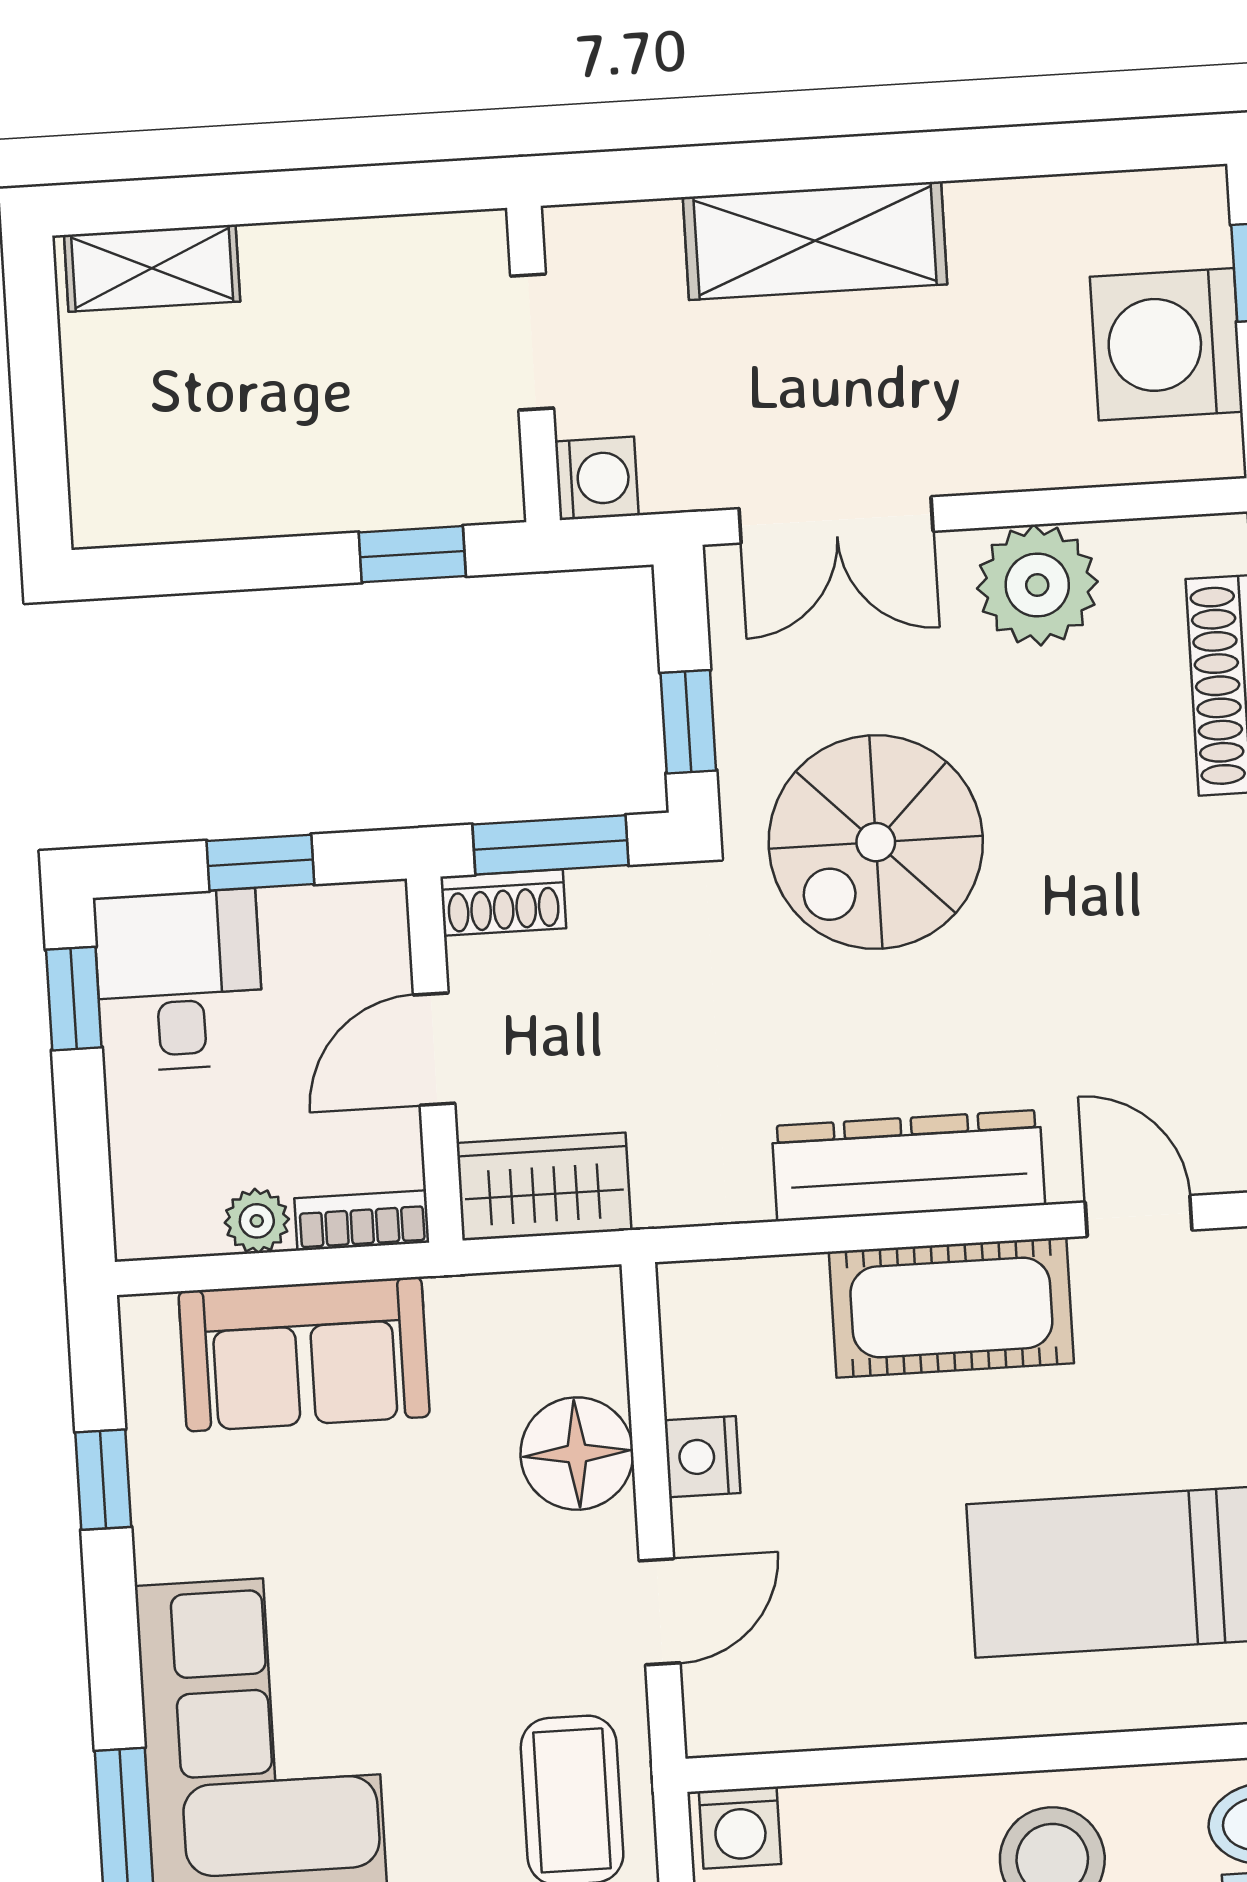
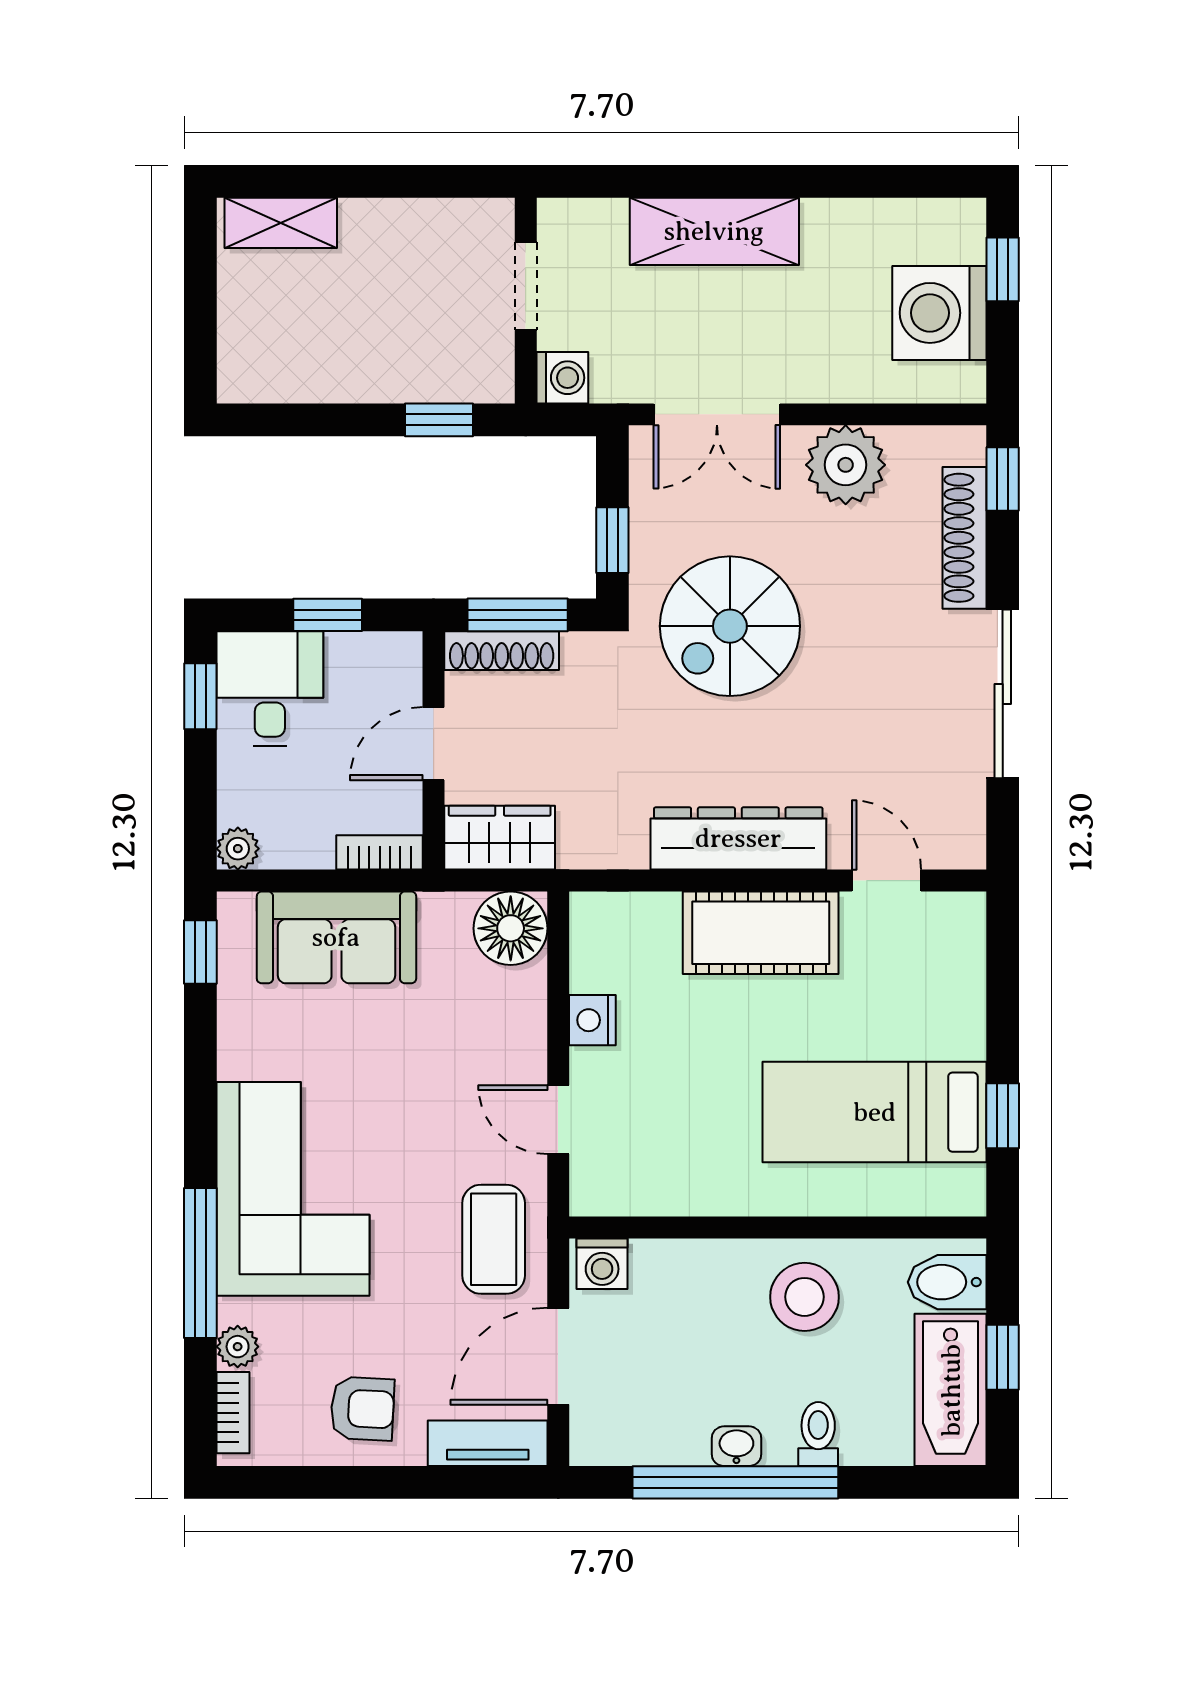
shoe rack: (503, 902) -> (502, 651), width x1.43
plant: (257, 1221) -> (238, 849), moved
floor lamp: (577, 1454) -> (511, 928), moved
window: (103, 1480) -> (200, 952), moved
door: (660, 1612) -> (558, 1120), swing flipped

